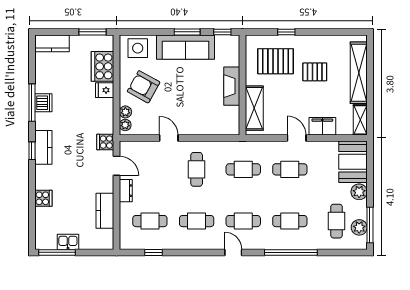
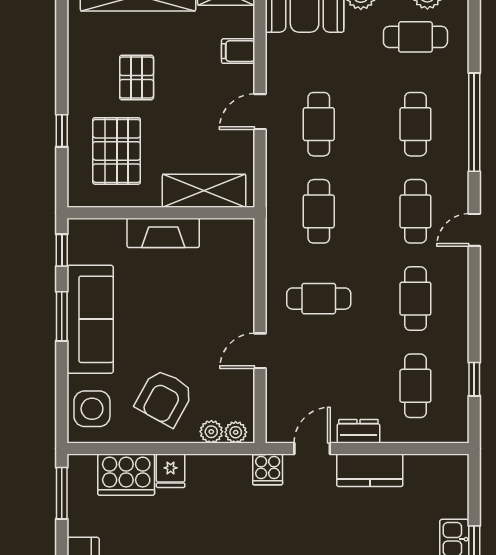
filing cabinet: (322, 126) -> (238, 51), width x0.50
kitchen counter: (105, 211) -> (370, 470), moved

